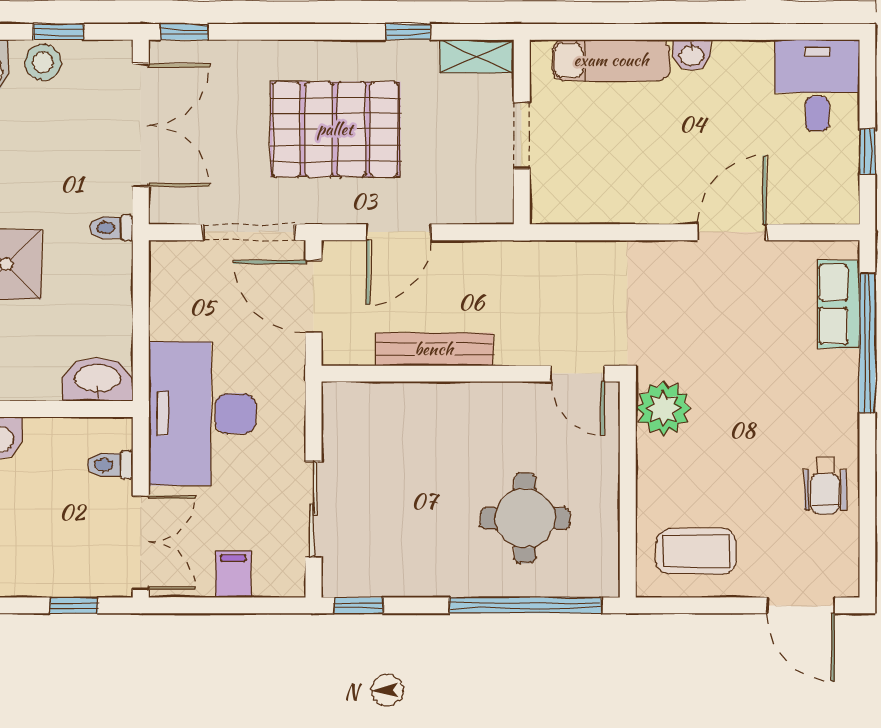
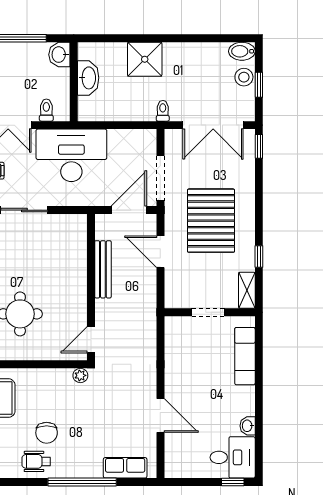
washbasin: (692, 55) -> (248, 426), moved
window: (867, 151) -> (233, 482), moved
window: (867, 343) -> (82, 482), moved
washbasin: (97, 380) -> (88, 78), moved
plant: (663, 408) -> (80, 375), width x0.53, depth x0.53
chair: (767, 464) -> (47, 433), added

